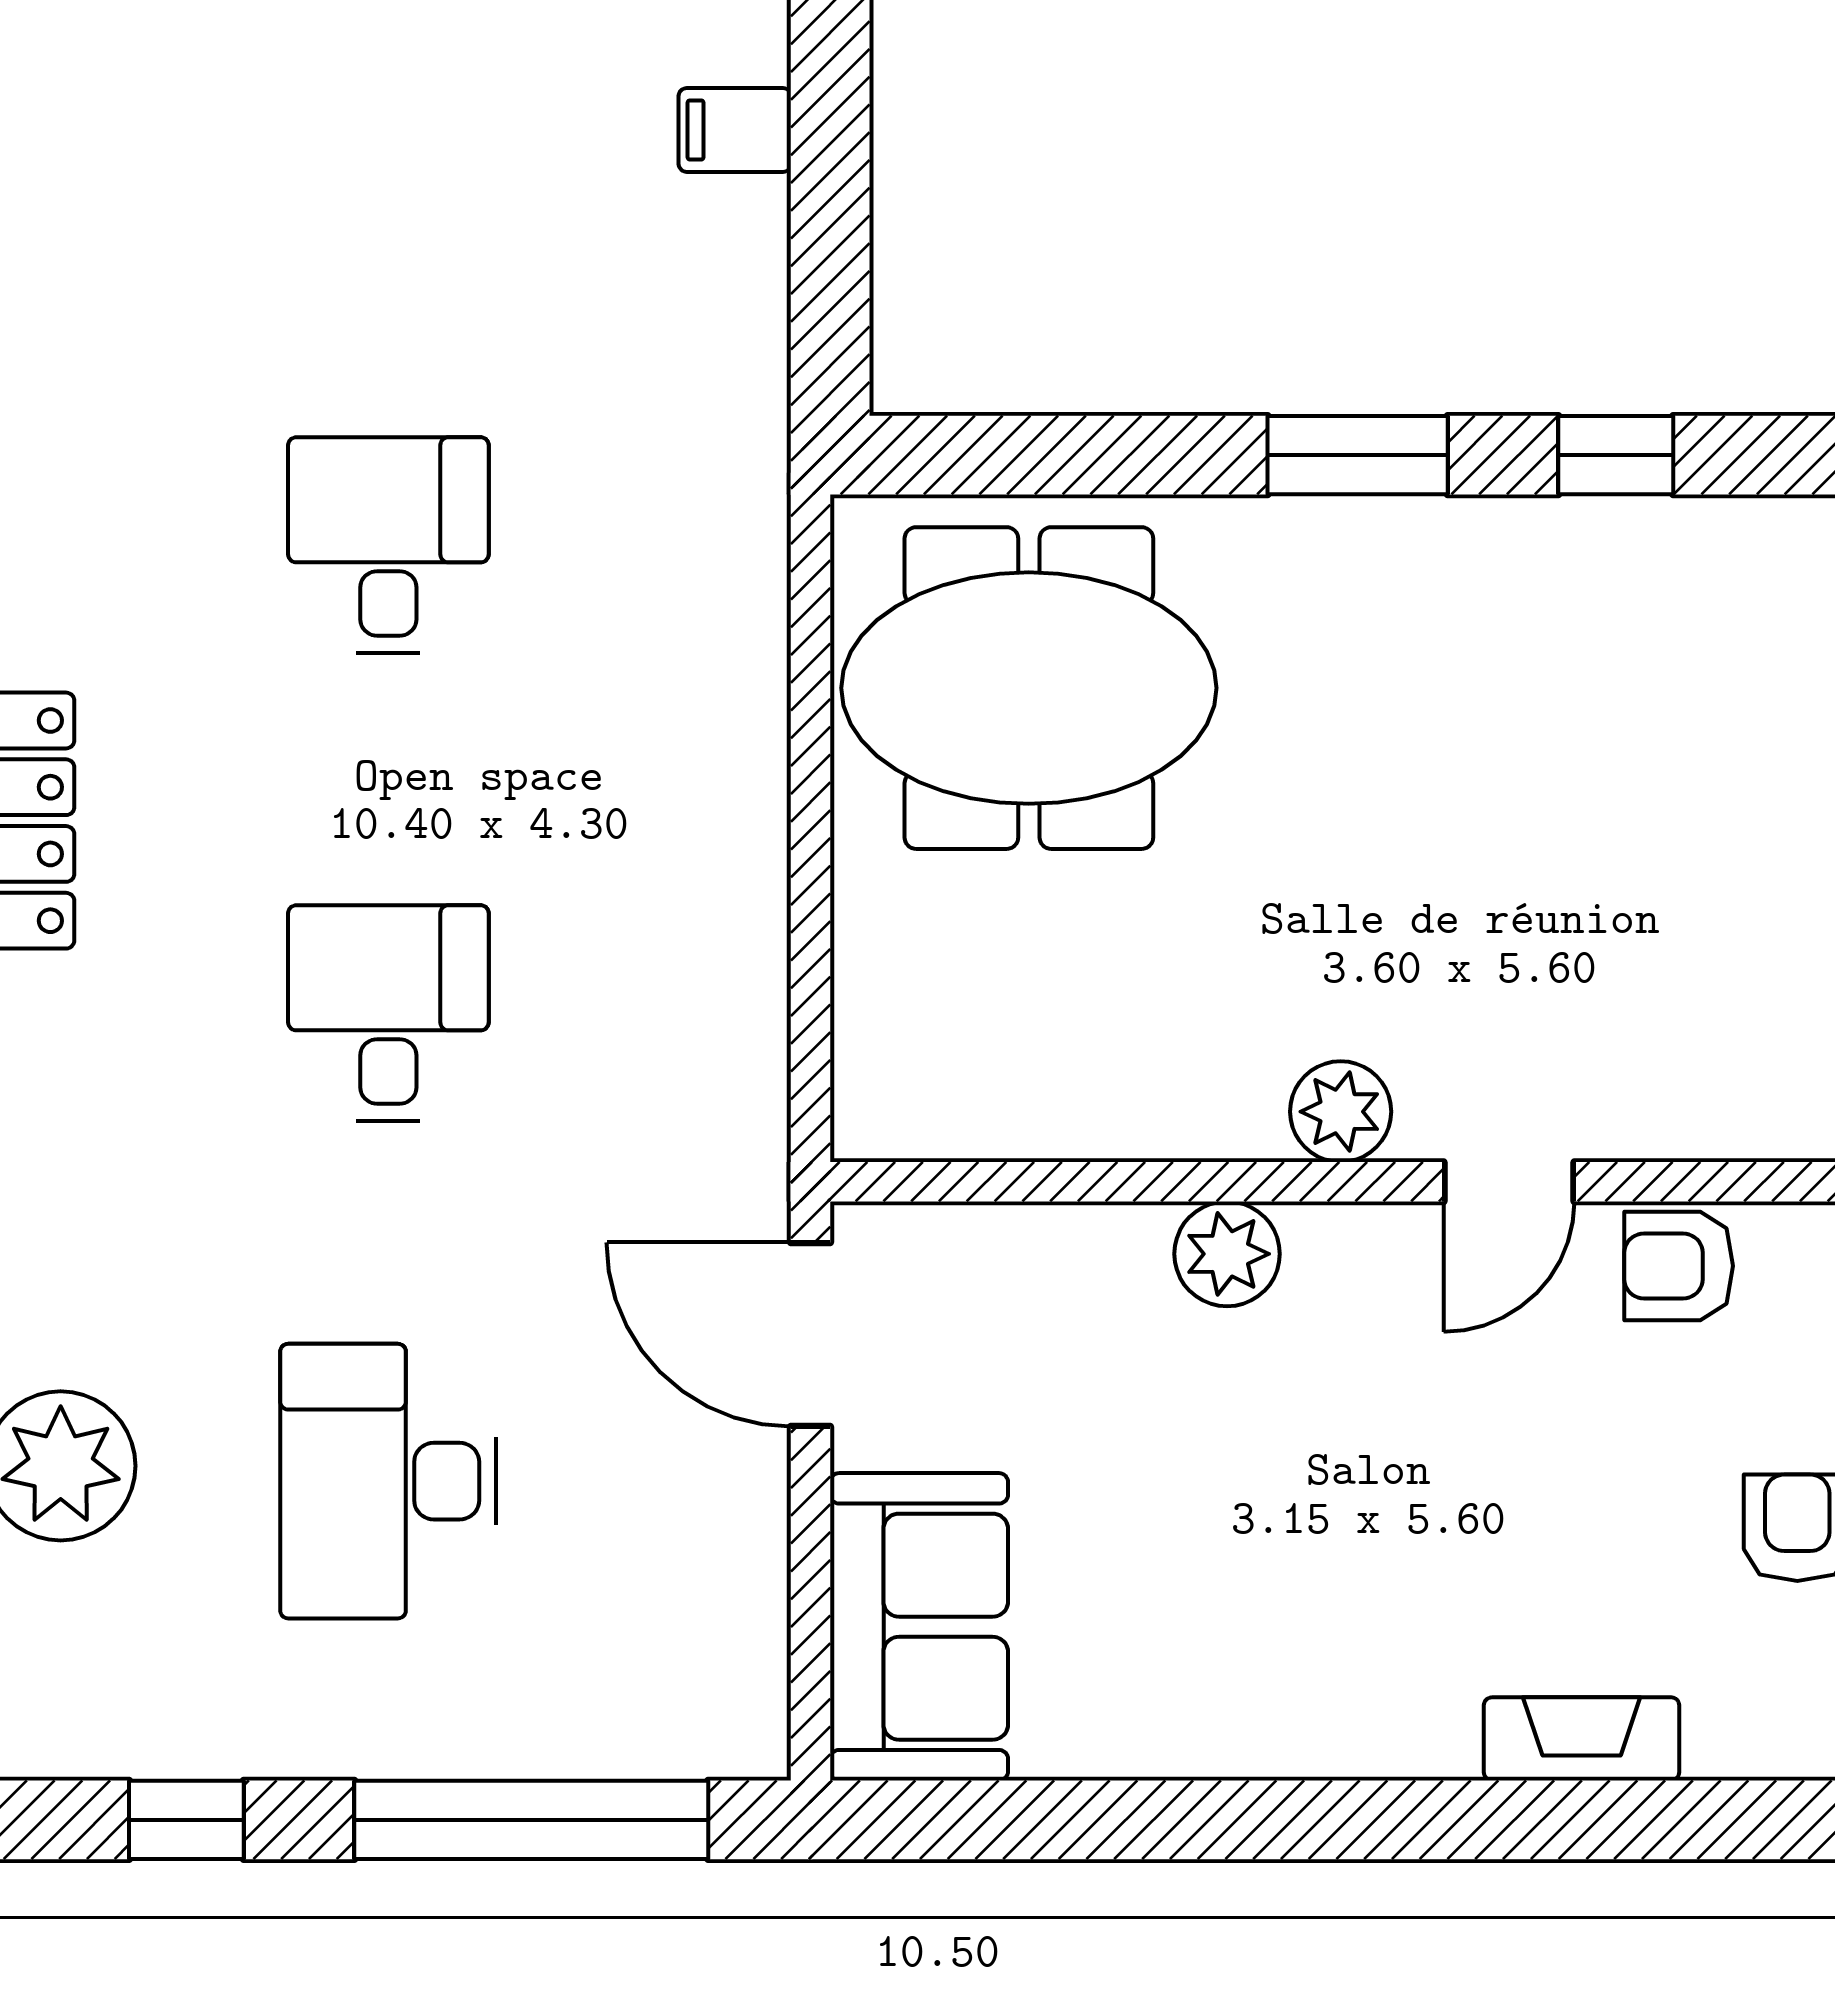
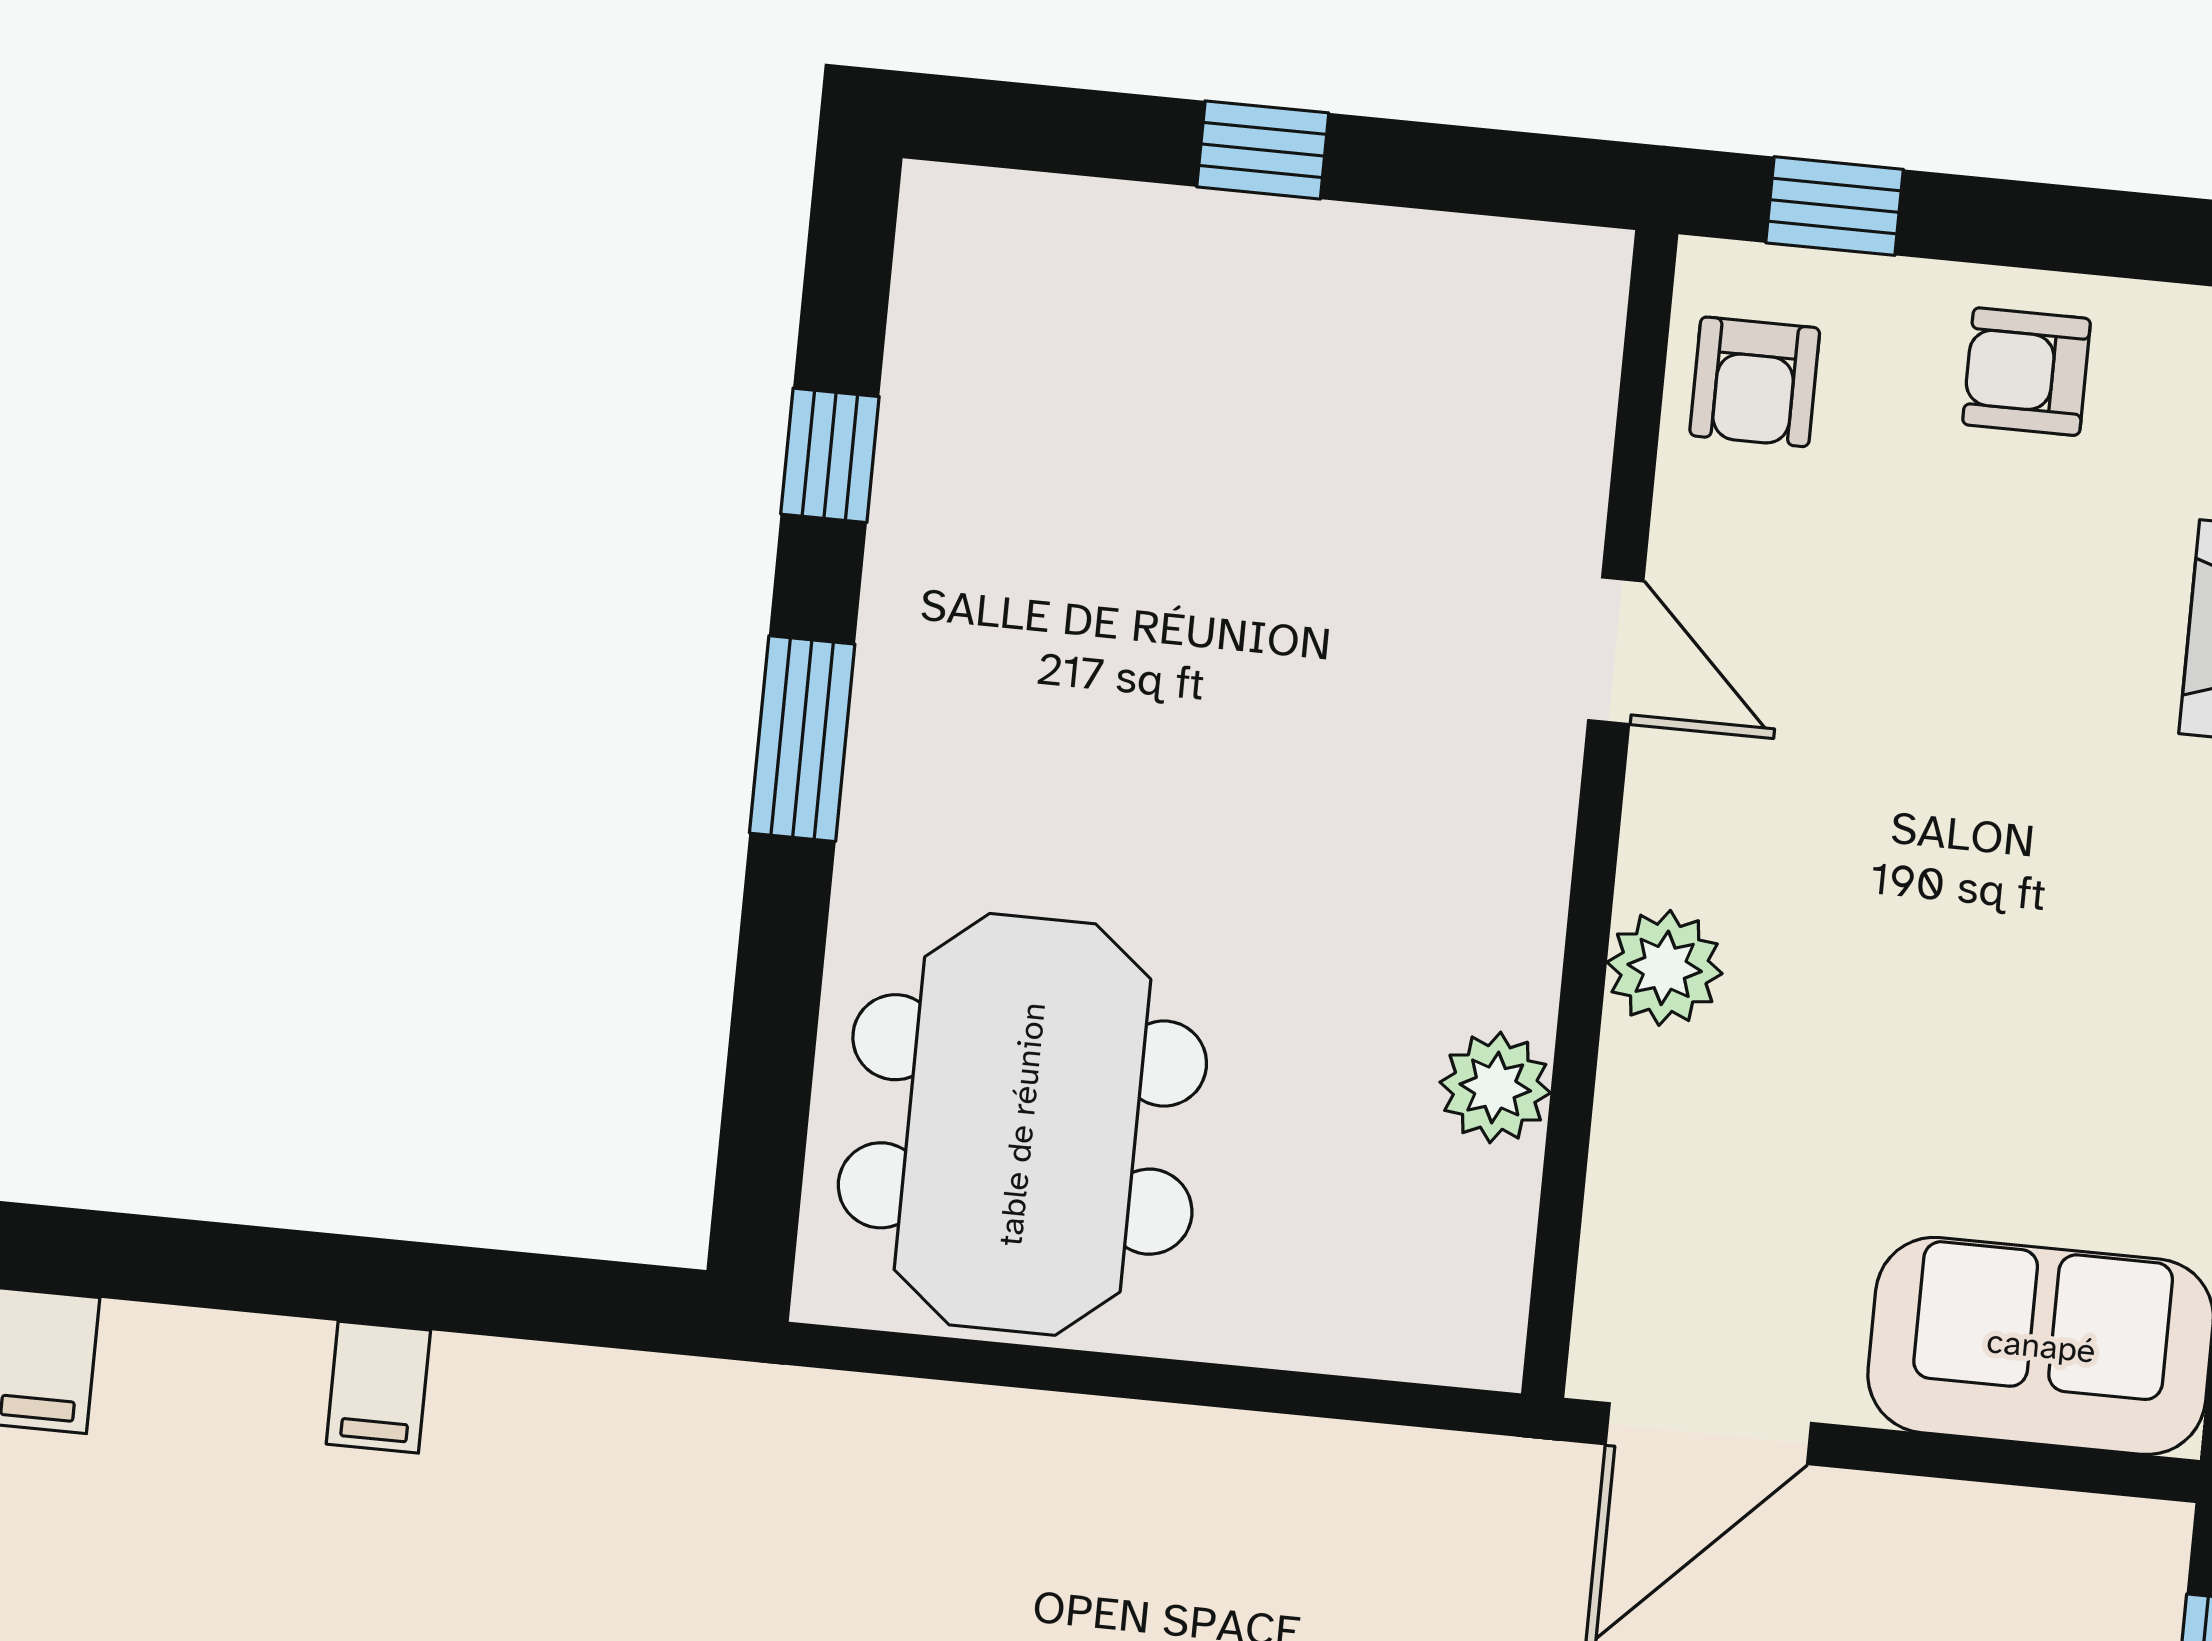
plant: (1341, 1112) -> (1495, 1087), moved
armchair: (1679, 1266) -> (1755, 382), moved

